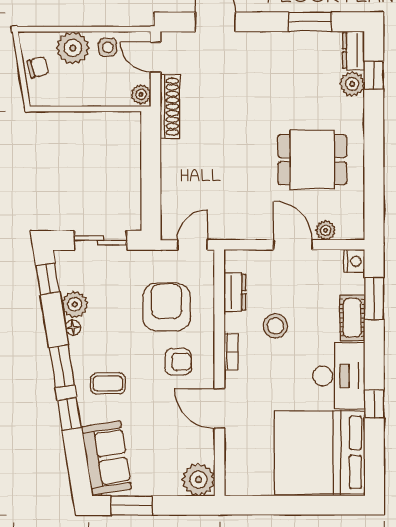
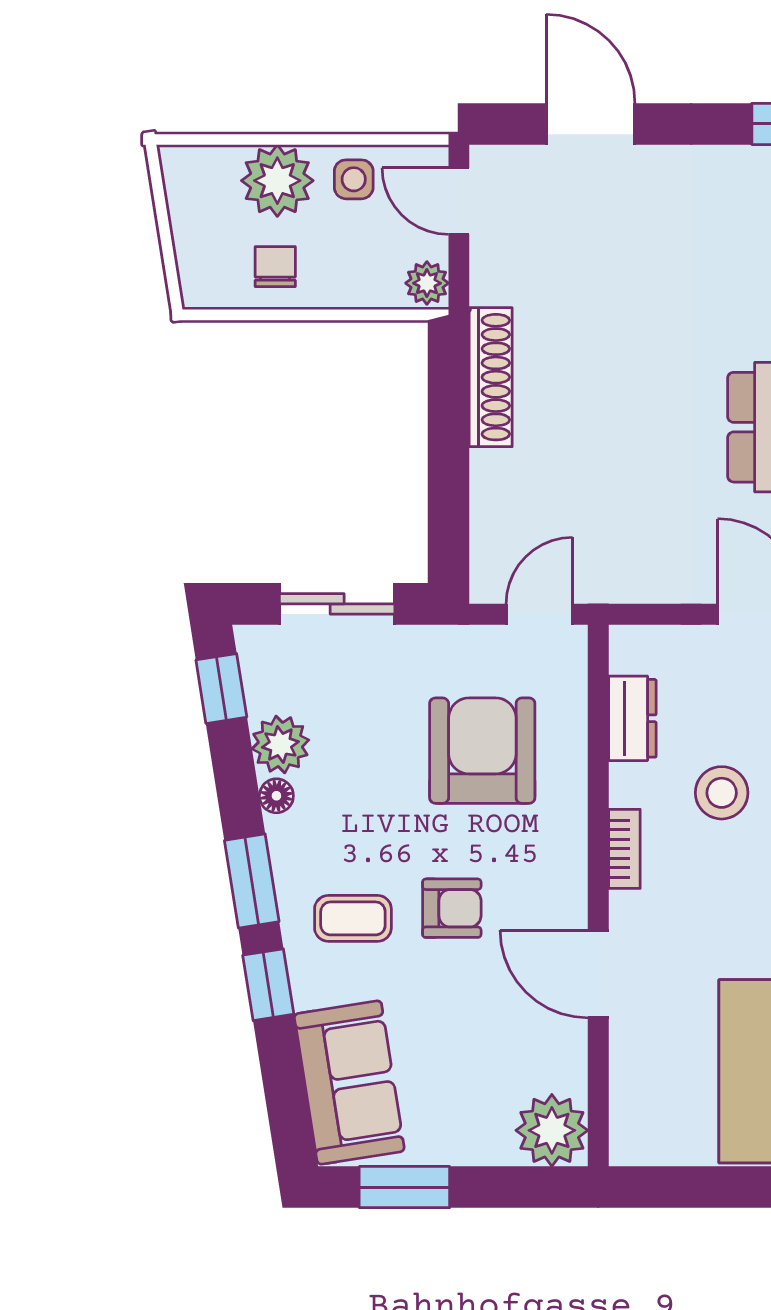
chair: (38, 67) -> (275, 267), moved, turned -75
shoe rack: (170, 107) -> (491, 377), moved
armchair: (178, 362) -> (452, 908), moved

